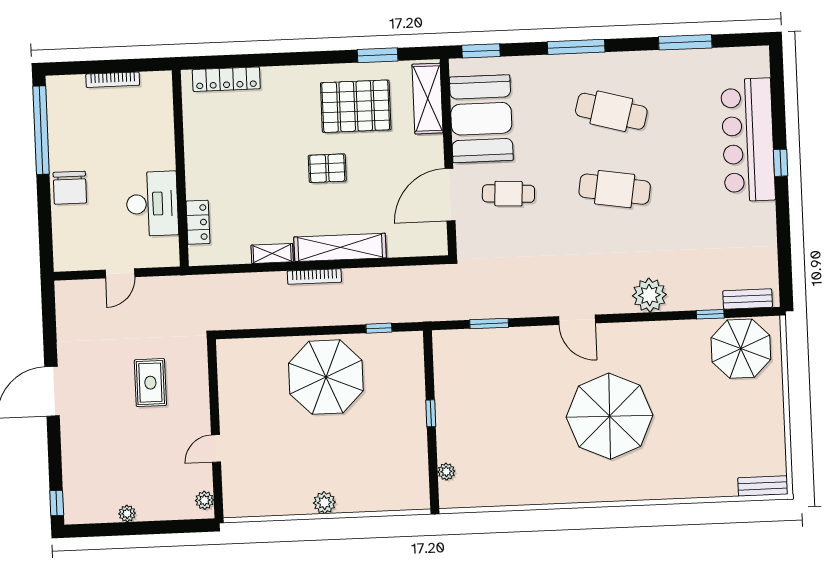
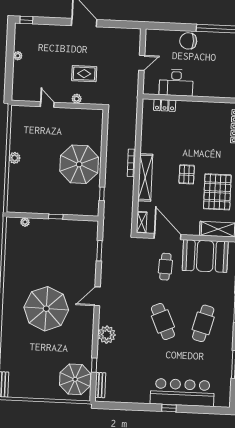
cafe table: (615, 189) -> (163, 321), turned -33
shelving: (272, 253) -> (142, 222), moved
door: (120, 273) -> (142, 63), swing flipped
plant: (204, 500) -> (77, 99), moved

